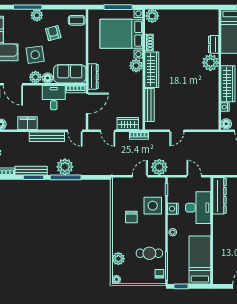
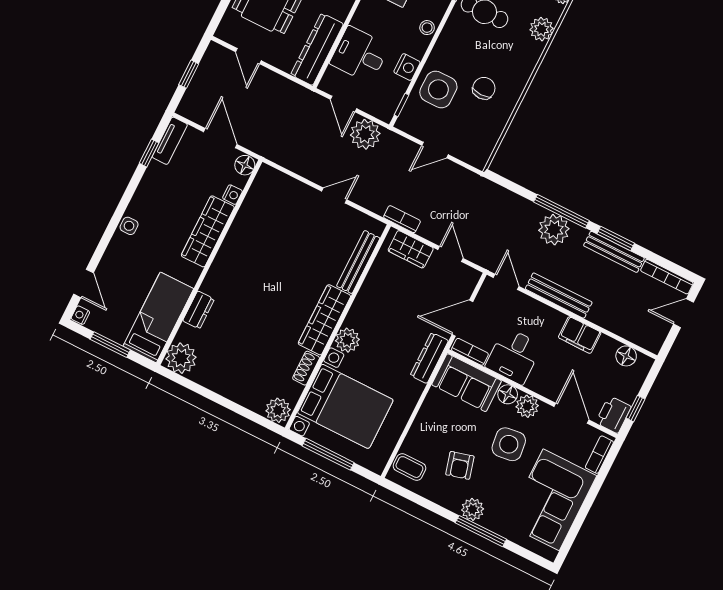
plant: (210, 63) -> (181, 358), moved
plant: (159, 167) -> (365, 134), moved
desk: (198, 208) -> (360, 55), width x0.73

